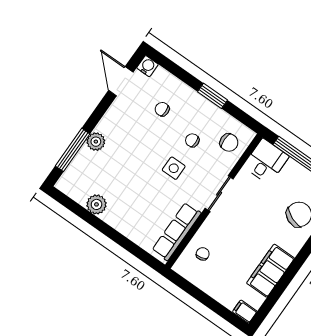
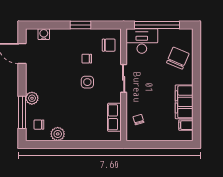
water cooler: (147, 66) -> (44, 34), moved
chair: (162, 109) -> (39, 125), moved
desk: (266, 161) -> (142, 41), width x1.37
row of seats: (177, 232) -> (114, 117), width x0.68
filing cabinet: (245, 312) -> (186, 125), moved

